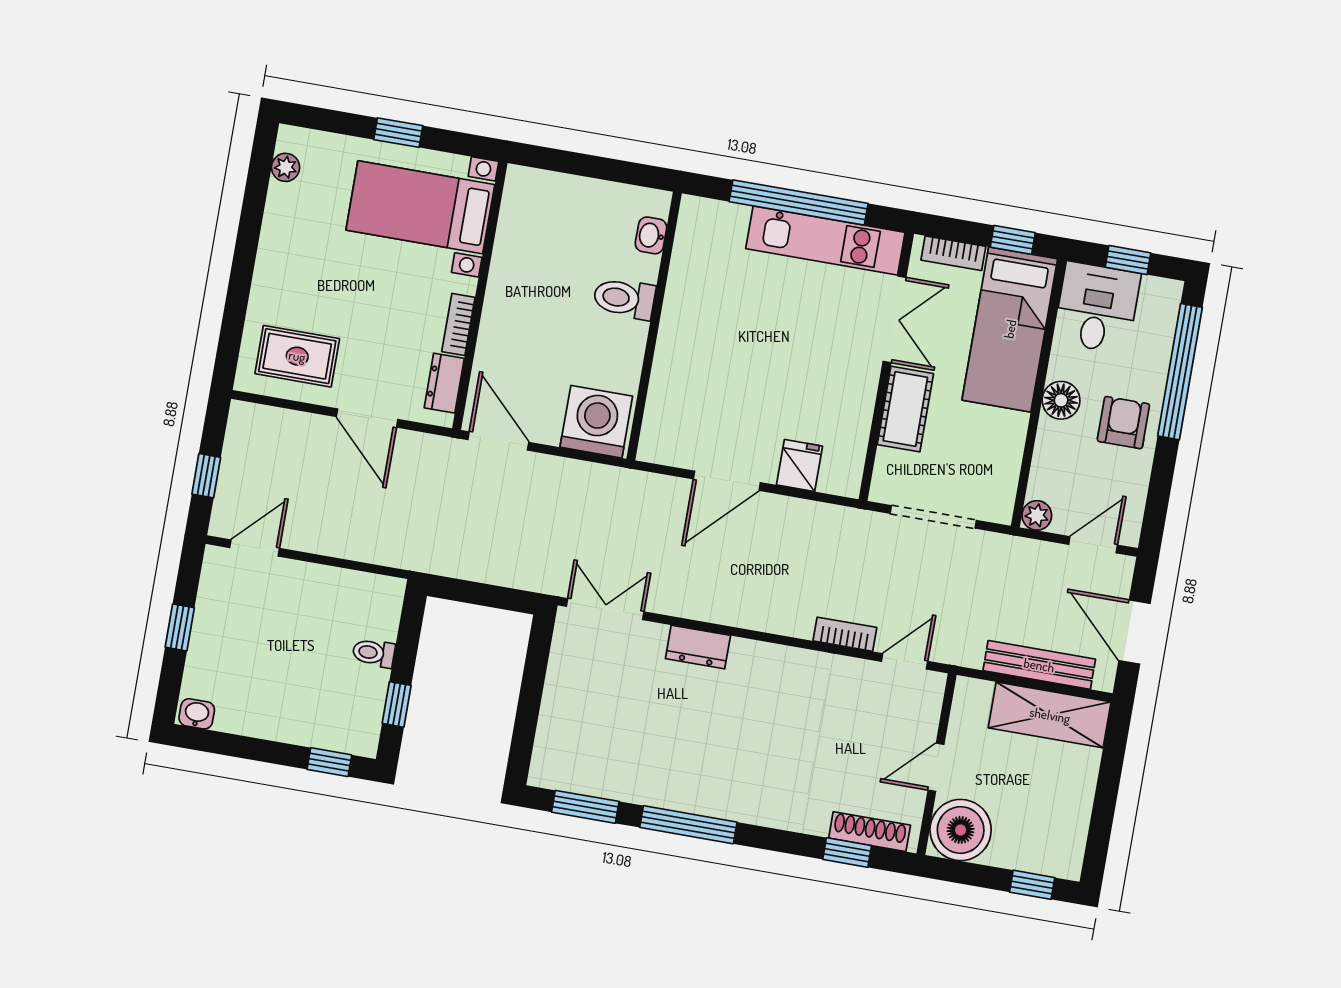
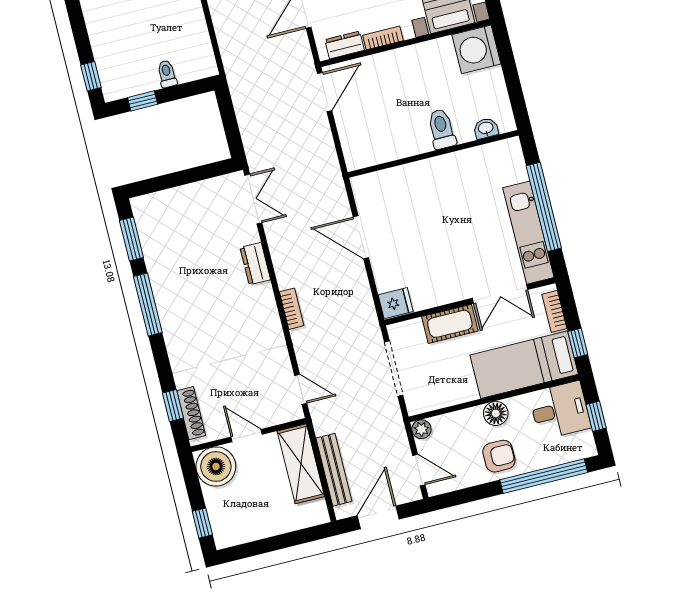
washing machine: (596, 422) -> (476, 49), moved, turned 180
fridge: (799, 466) -> (396, 303), moved
bookcase: (845, 634) -> (292, 309), moved
shelving: (1050, 715) -> (301, 464), moved

